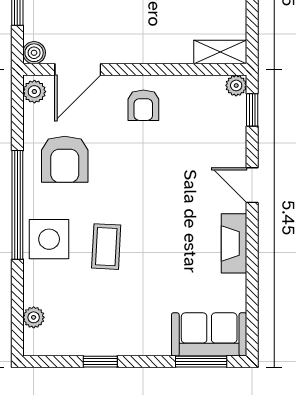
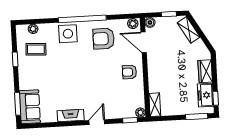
coffee table: (106, 247) -> (36, 49), moved

